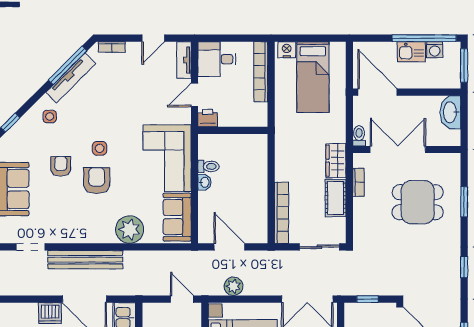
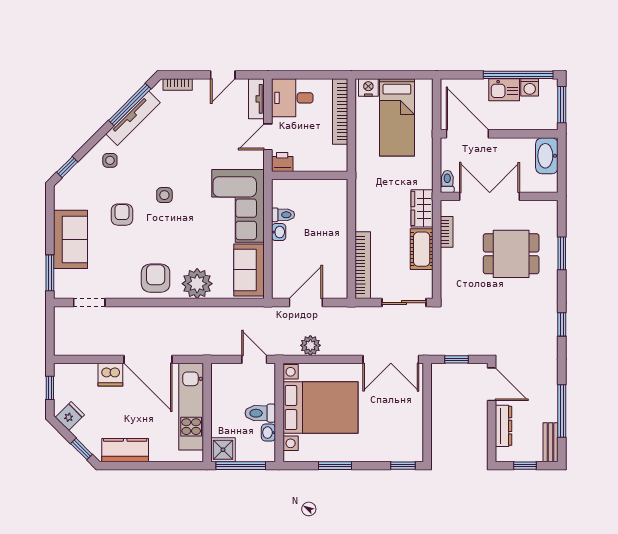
armchair: (97, 181) -> (156, 278), moved
door: (229, 247) -> (306, 303), hinge flipped
bench: (85, 260) -> (149, 316), removed

